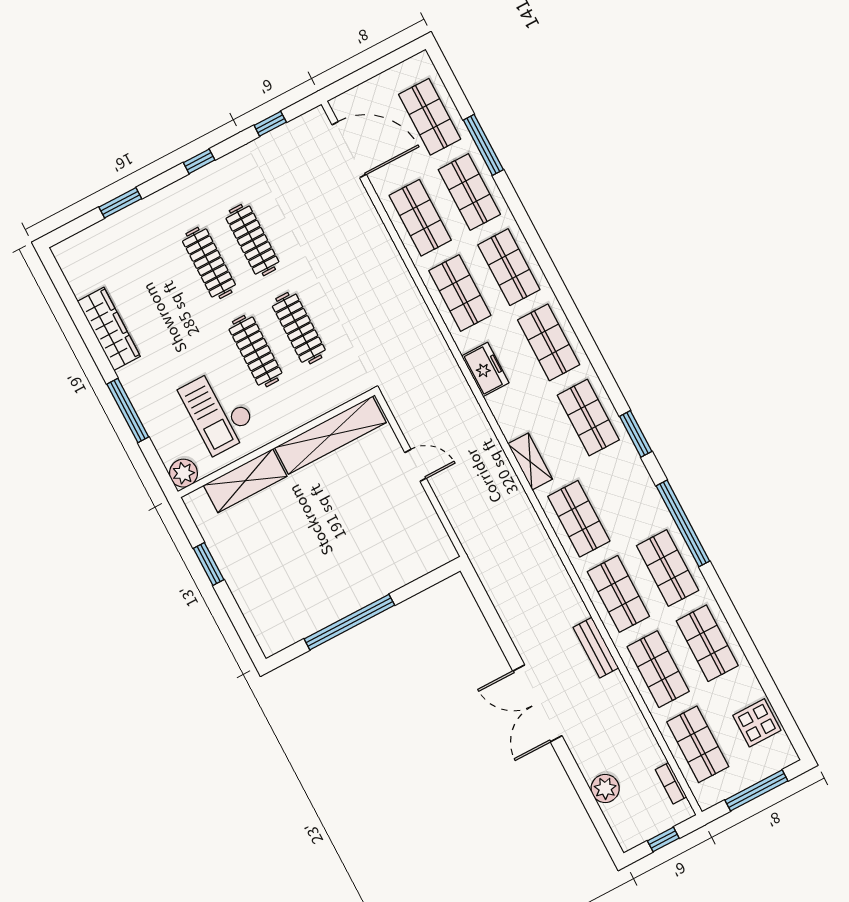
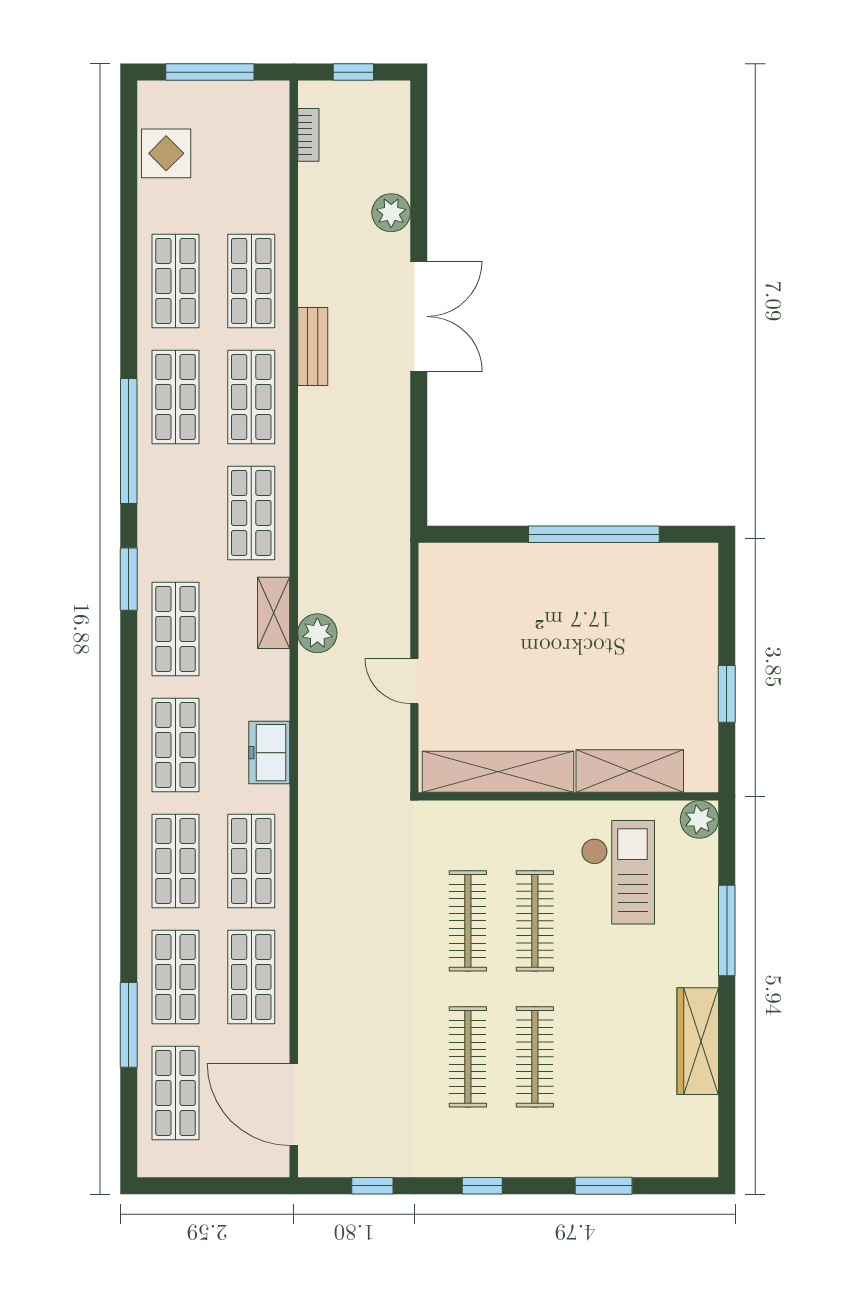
plant: (495, 463) -> (317, 633), added
shop shelf: (698, 744) -> (251, 165), removed
plant: (605, 788) -> (391, 213), moved

